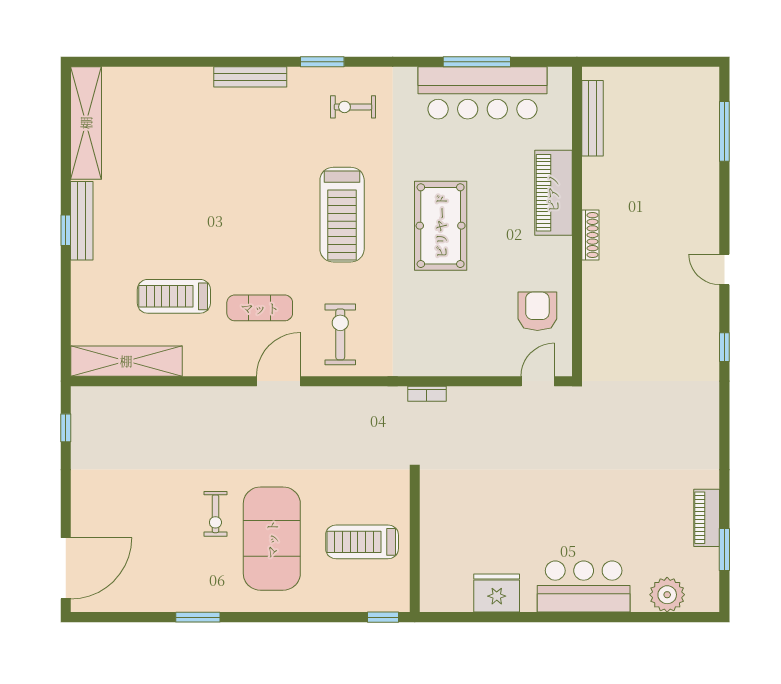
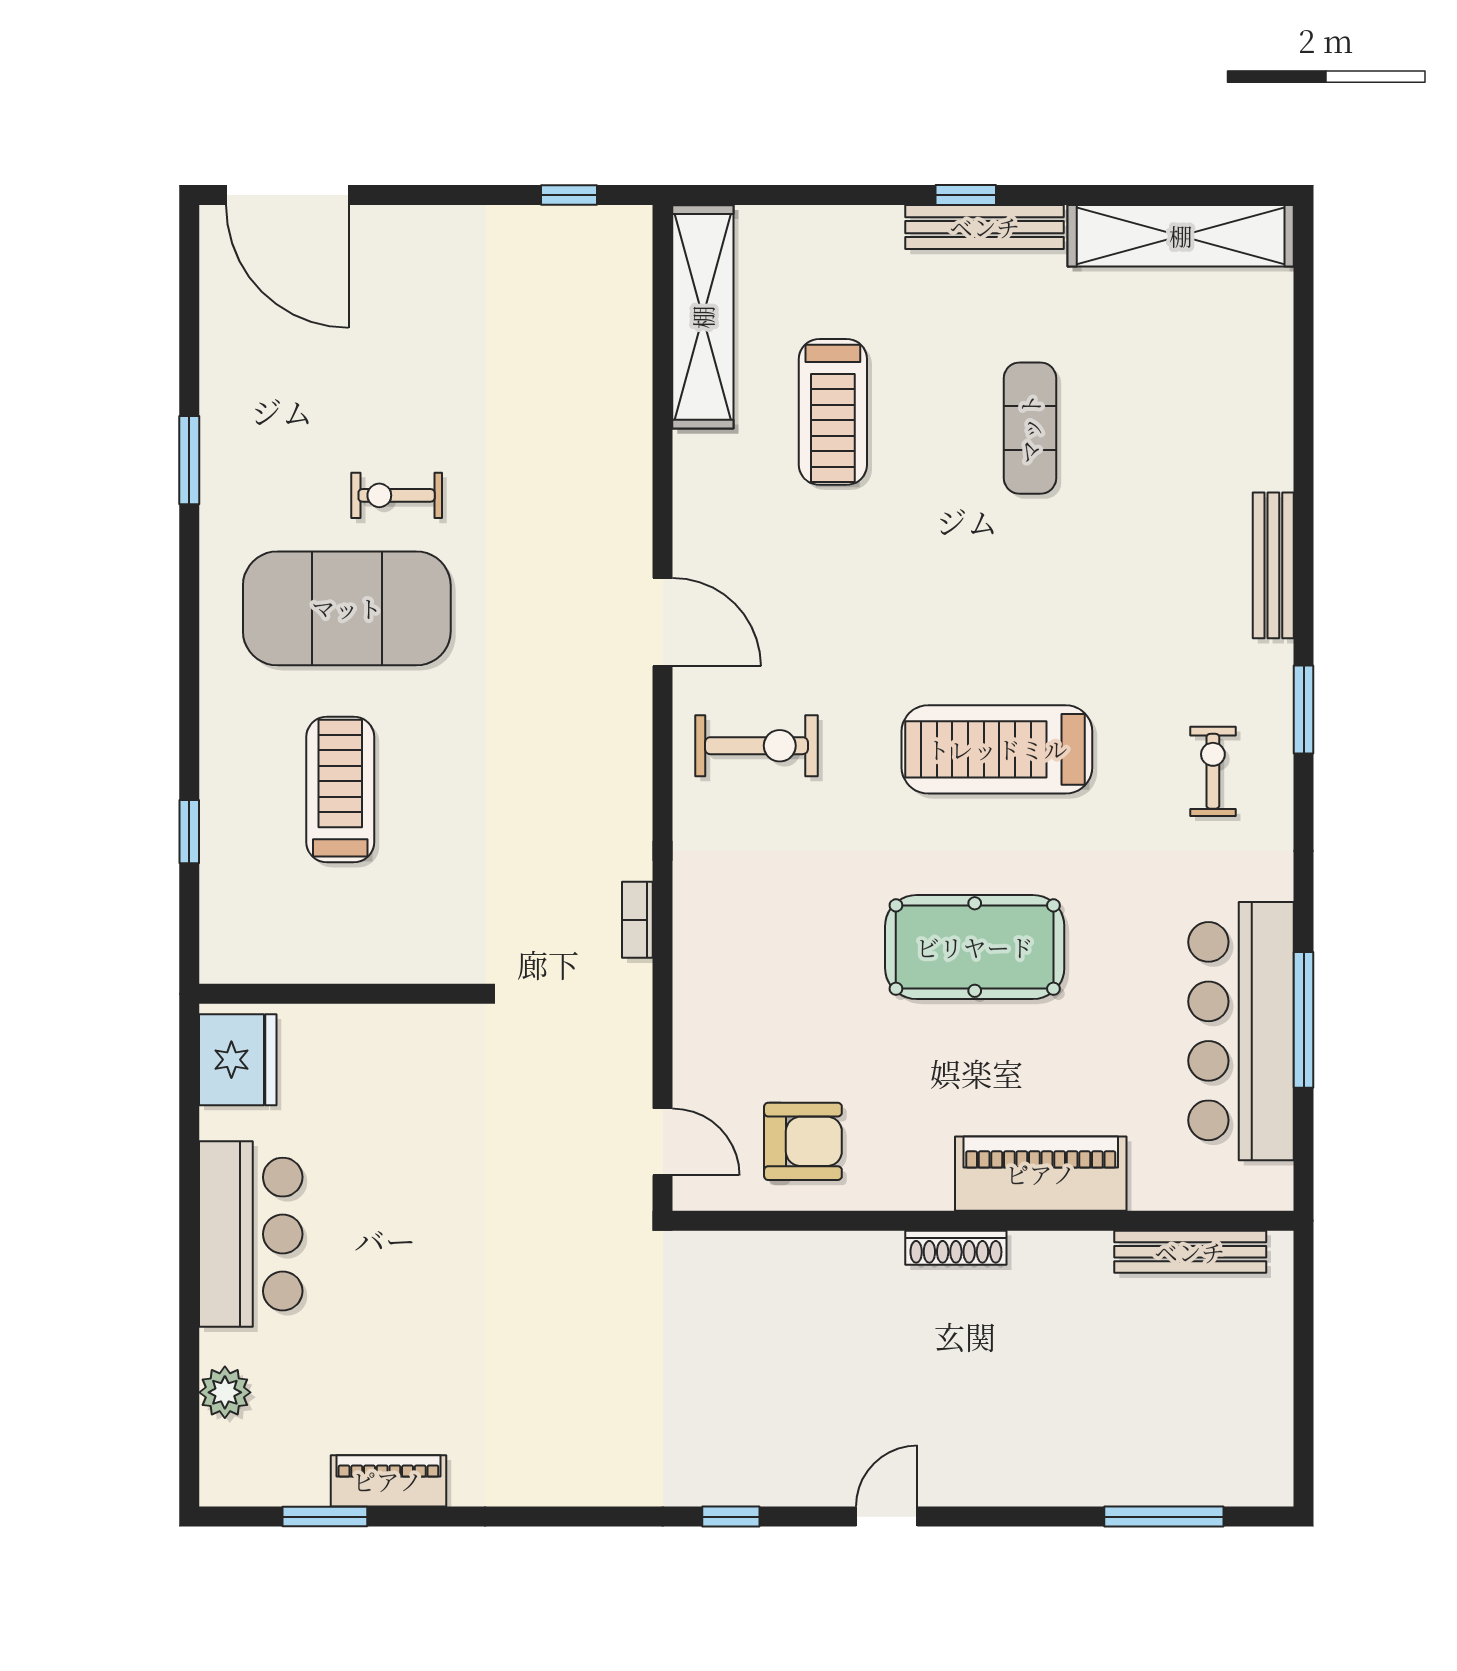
treadmill: (174, 296) -> (833, 412), turned 180
exercise mat: (260, 308) -> (1030, 428), moved
wall: (415, 543) -> (337, 994), moved
plant: (667, 595) -> (225, 1392), width x0.73, depth x0.73

